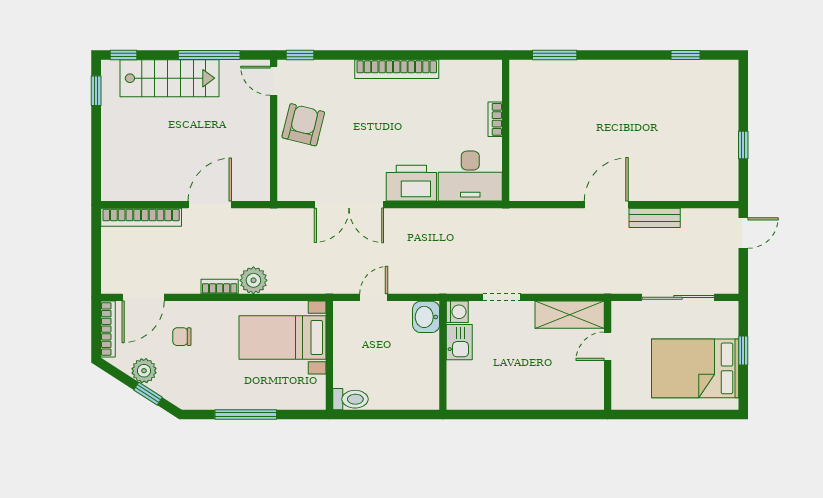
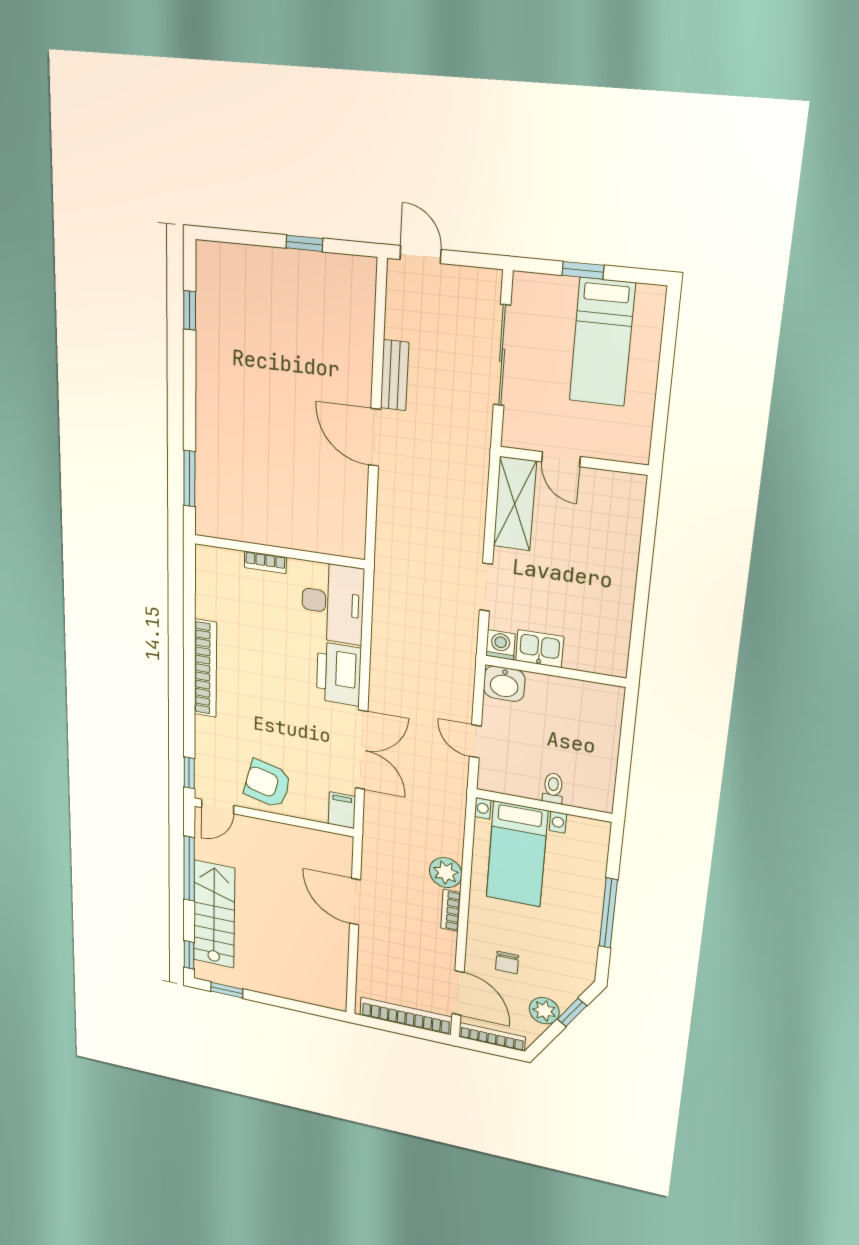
filing cabinet: (292, 190) -> (342, 810), added
bookcase: (141, 217) -> (406, 1016), moved, turned -90
bed: (695, 368) -> (602, 342), width x0.67
toilet: (350, 399) -> (553, 788), moved, width x0.73, depth x0.72

